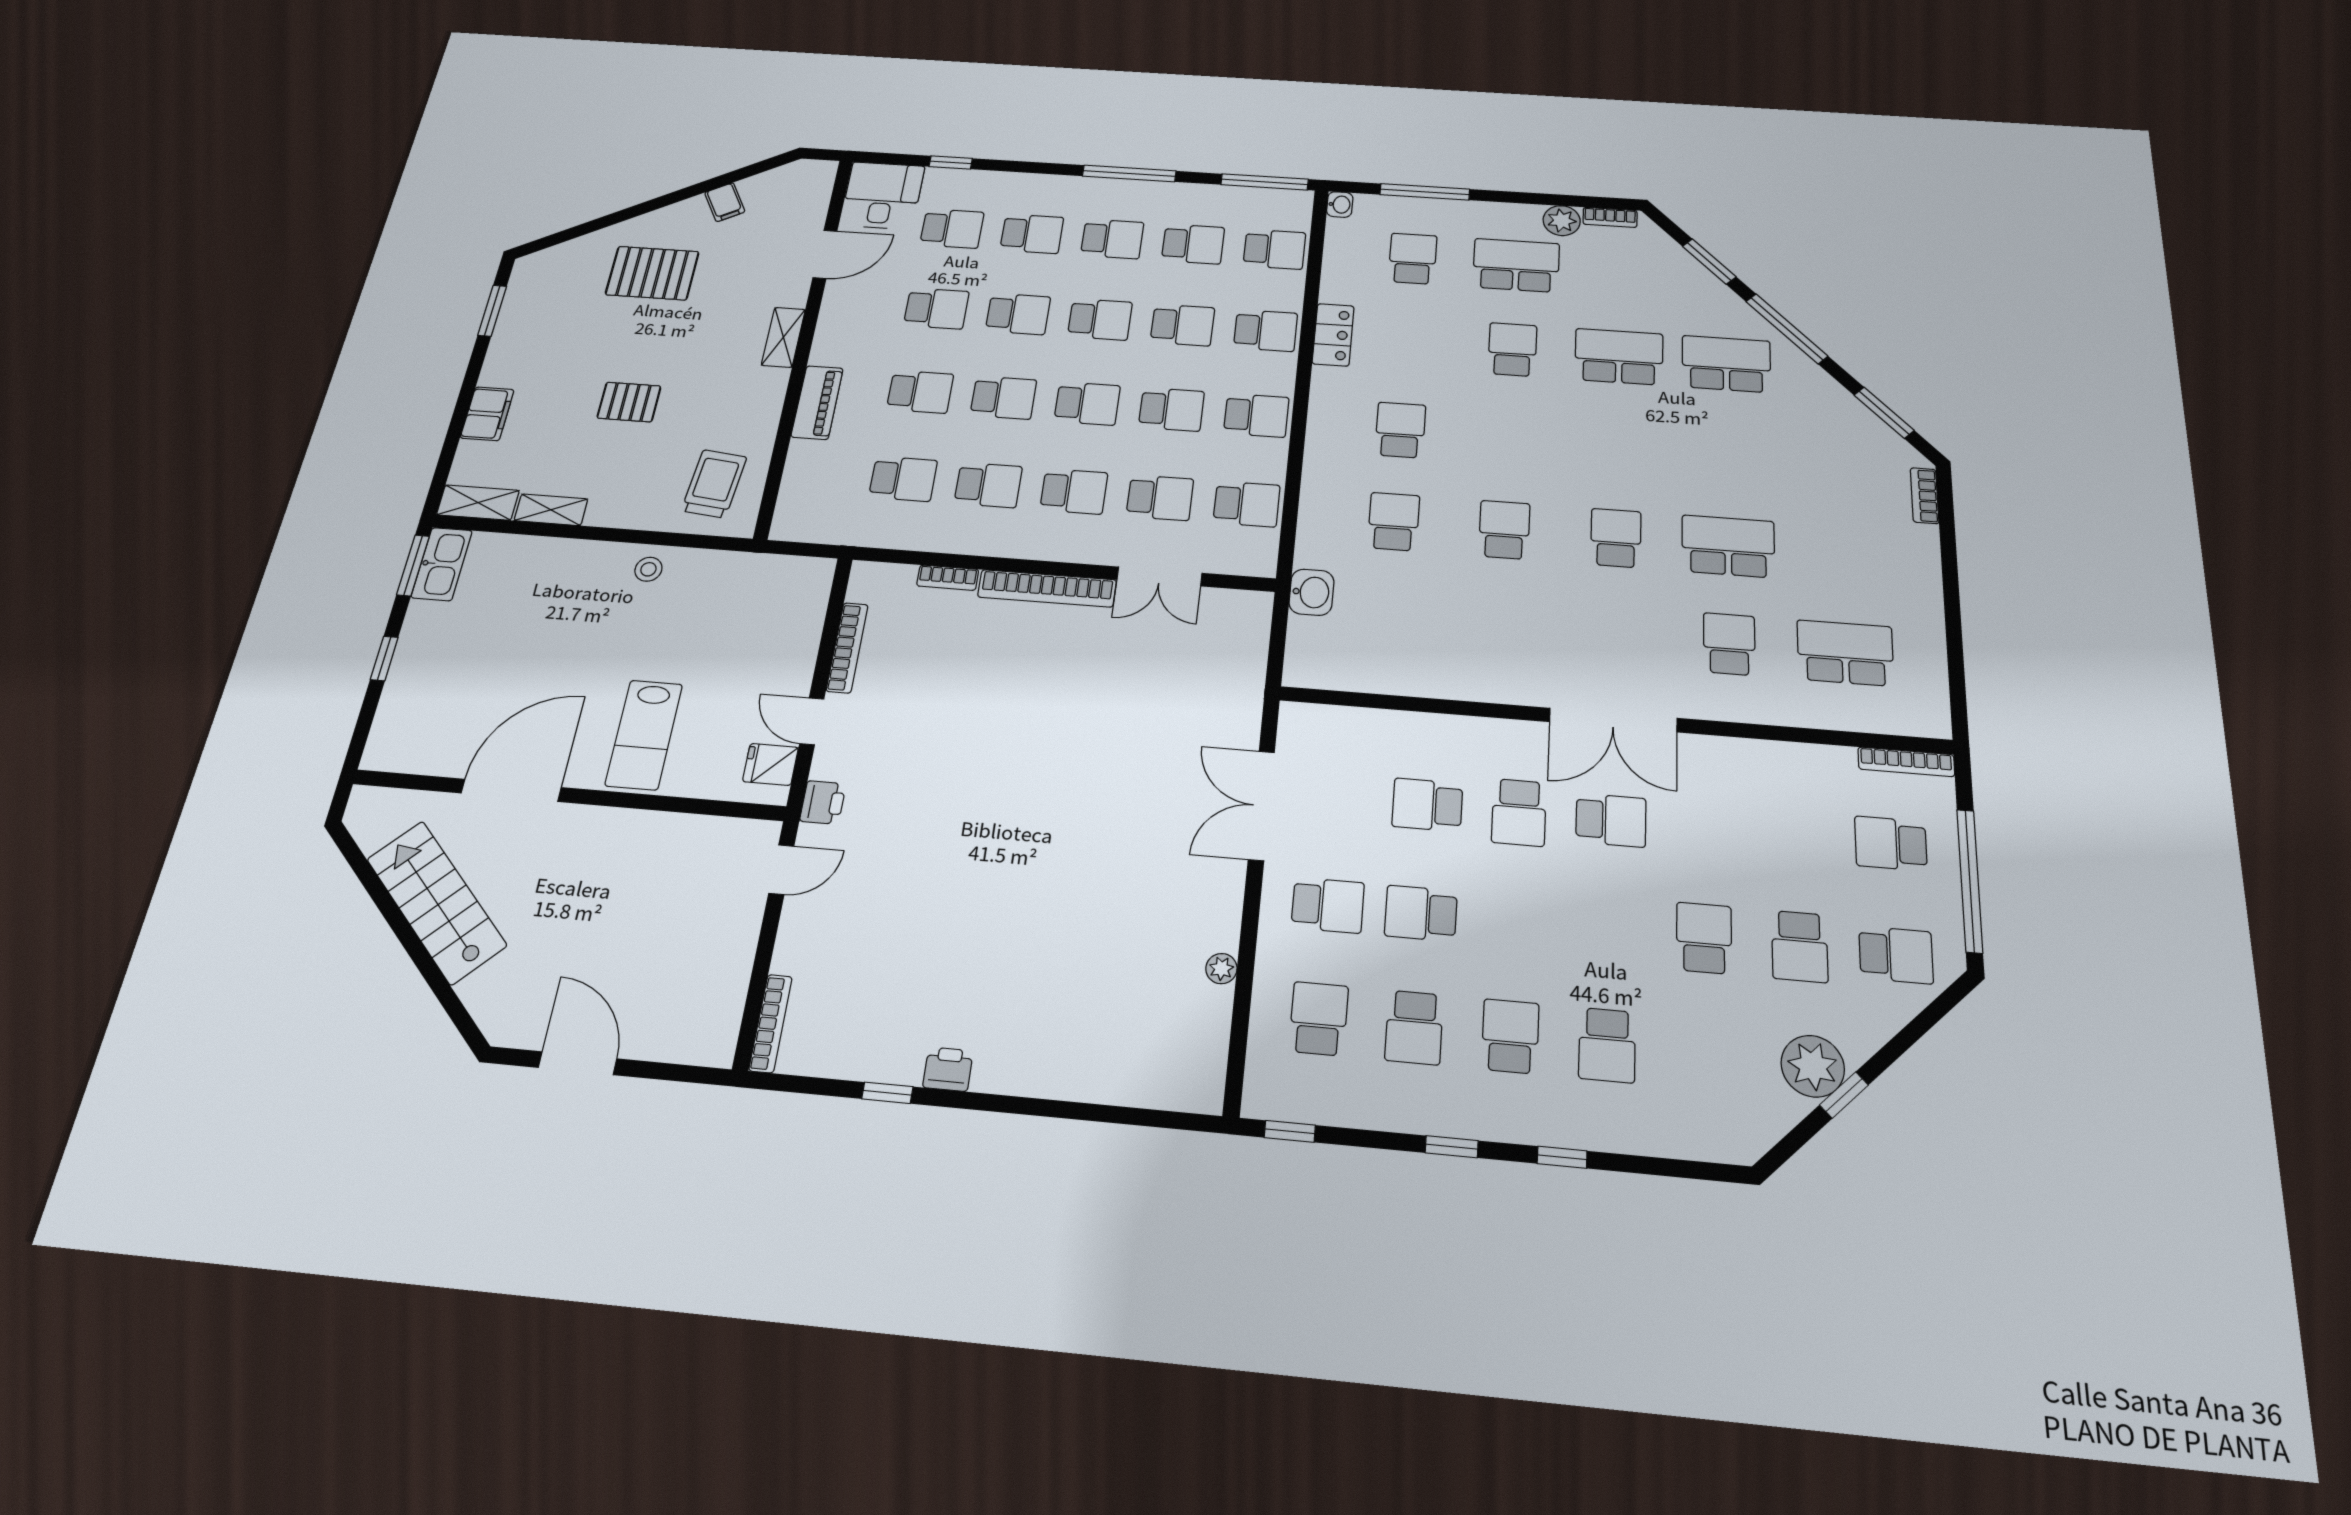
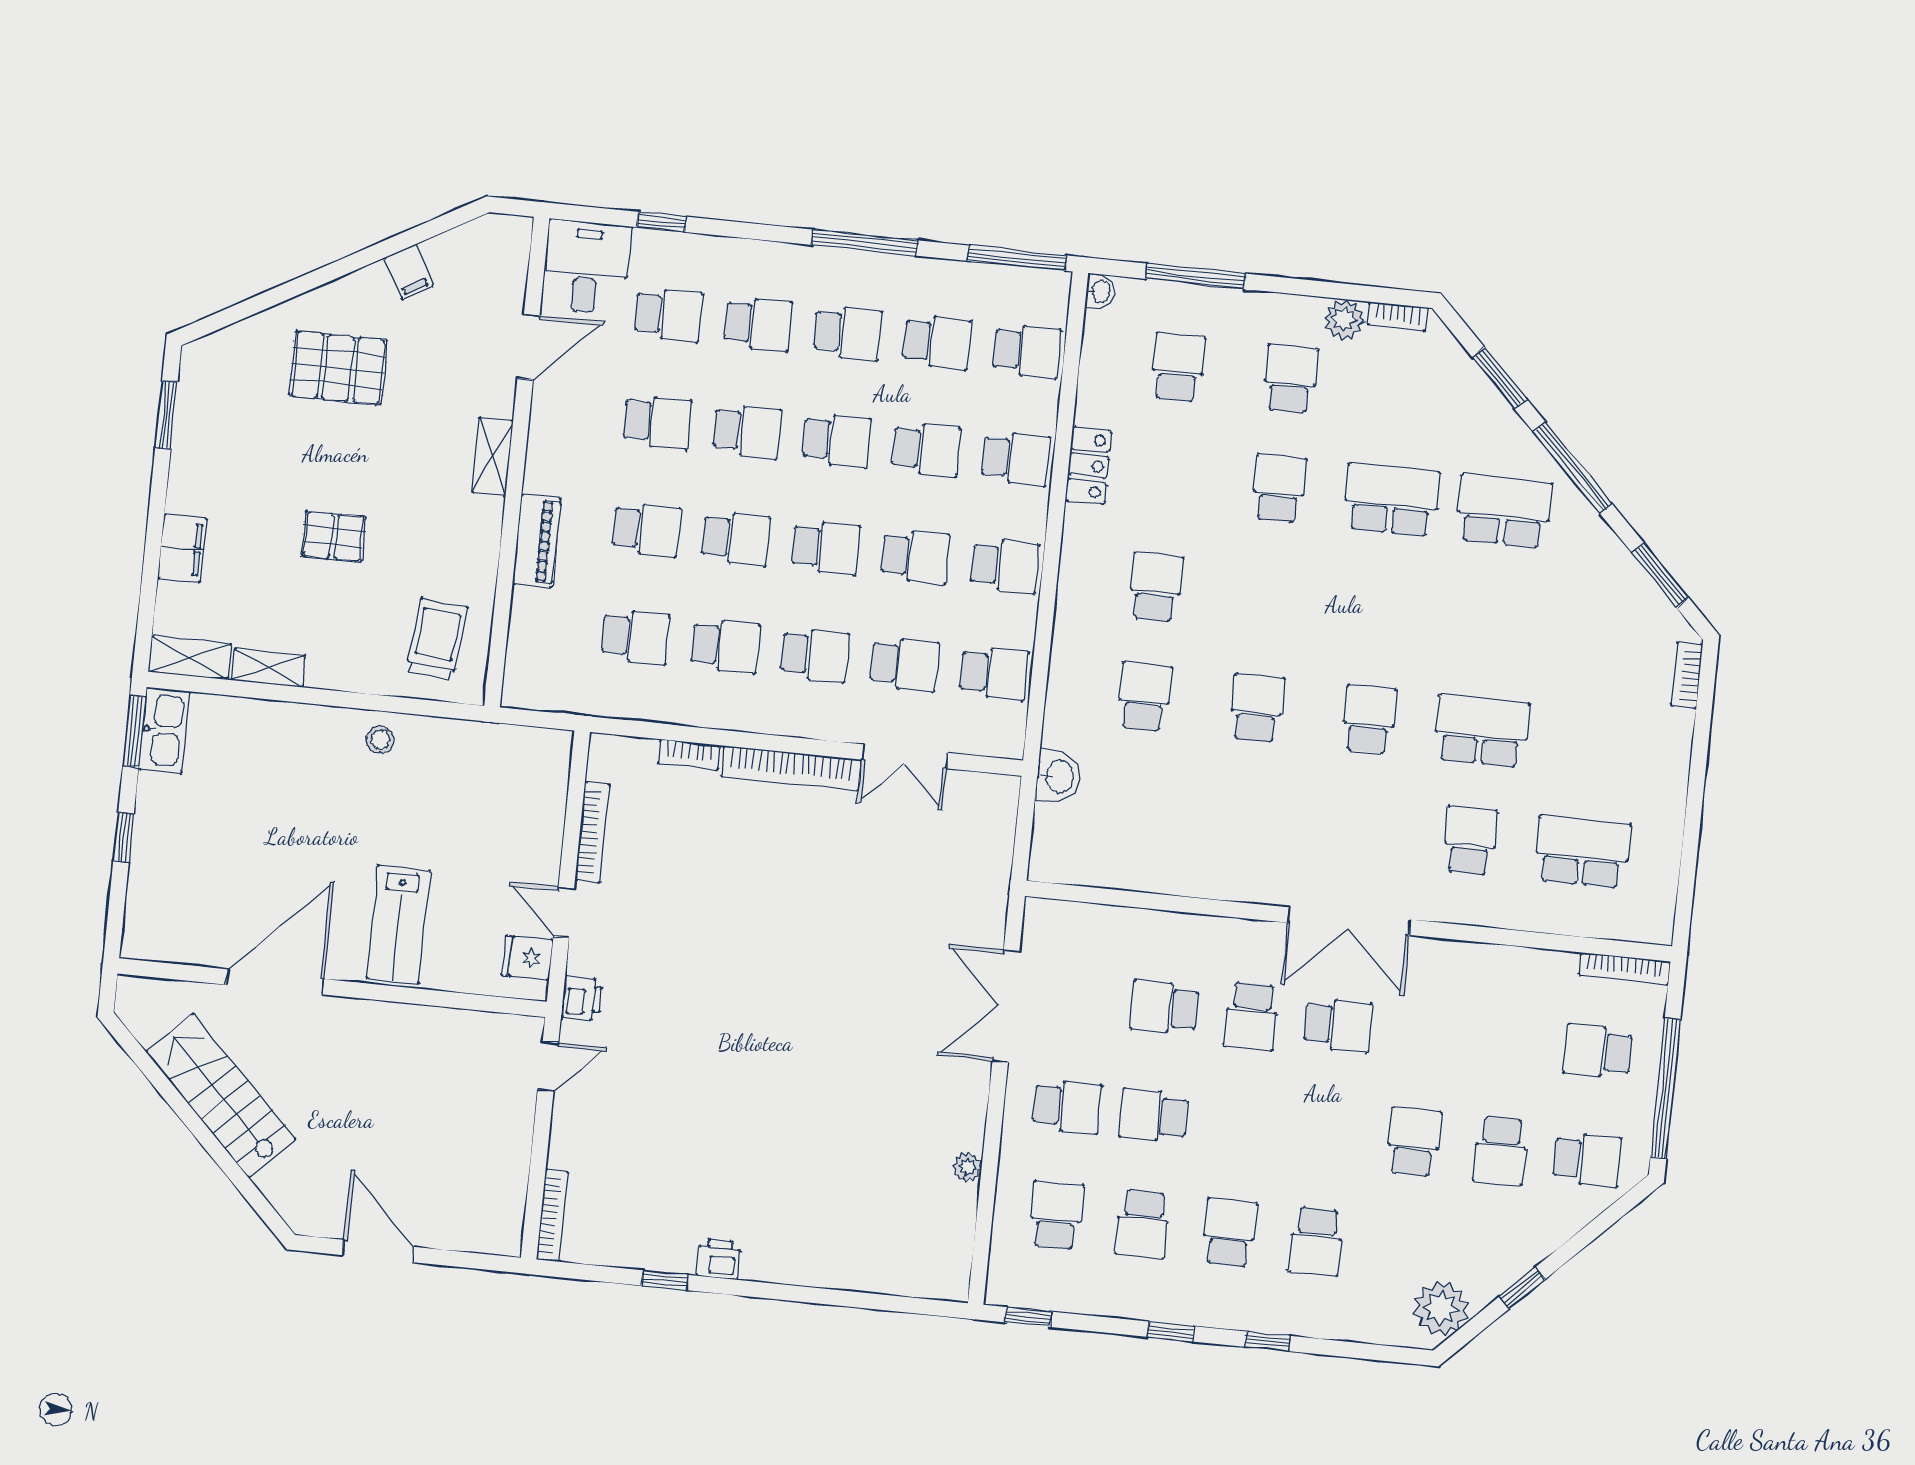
school desk: (1516, 265) -> (1290, 379), width x0.54
plant: (1813, 1066) -> (1441, 1308), moved

